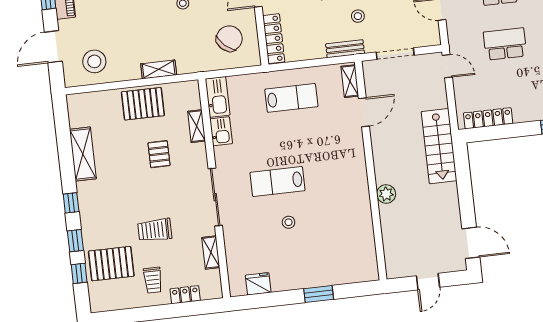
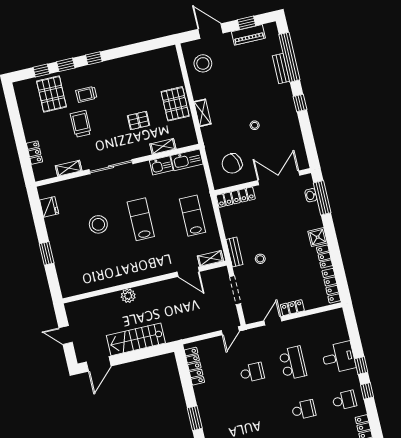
chair: (229, 38) -> (232, 164), turned 118
school desk: (505, 44) -> (252, 372), width x0.54
lab bench: (291, 98) -> (193, 216), turned 180
stairs: (439, 146) -> (136, 339), moved
shelving: (83, 154) -> (132, 63), removed
lab bench: (277, 182) -> (141, 219), moved
stool: (289, 222) -> (98, 224), width x1.89, depth x1.89
trolley: (153, 280) -> (86, 94), moved

